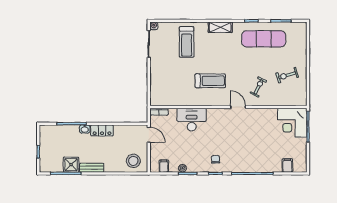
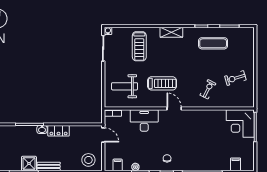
exercise mat: (264, 39) -> (213, 43), width x0.73, depth x0.69
weight bench: (171, 84) -> (125, 86), added
door: (238, 107) -> (174, 109), moved

